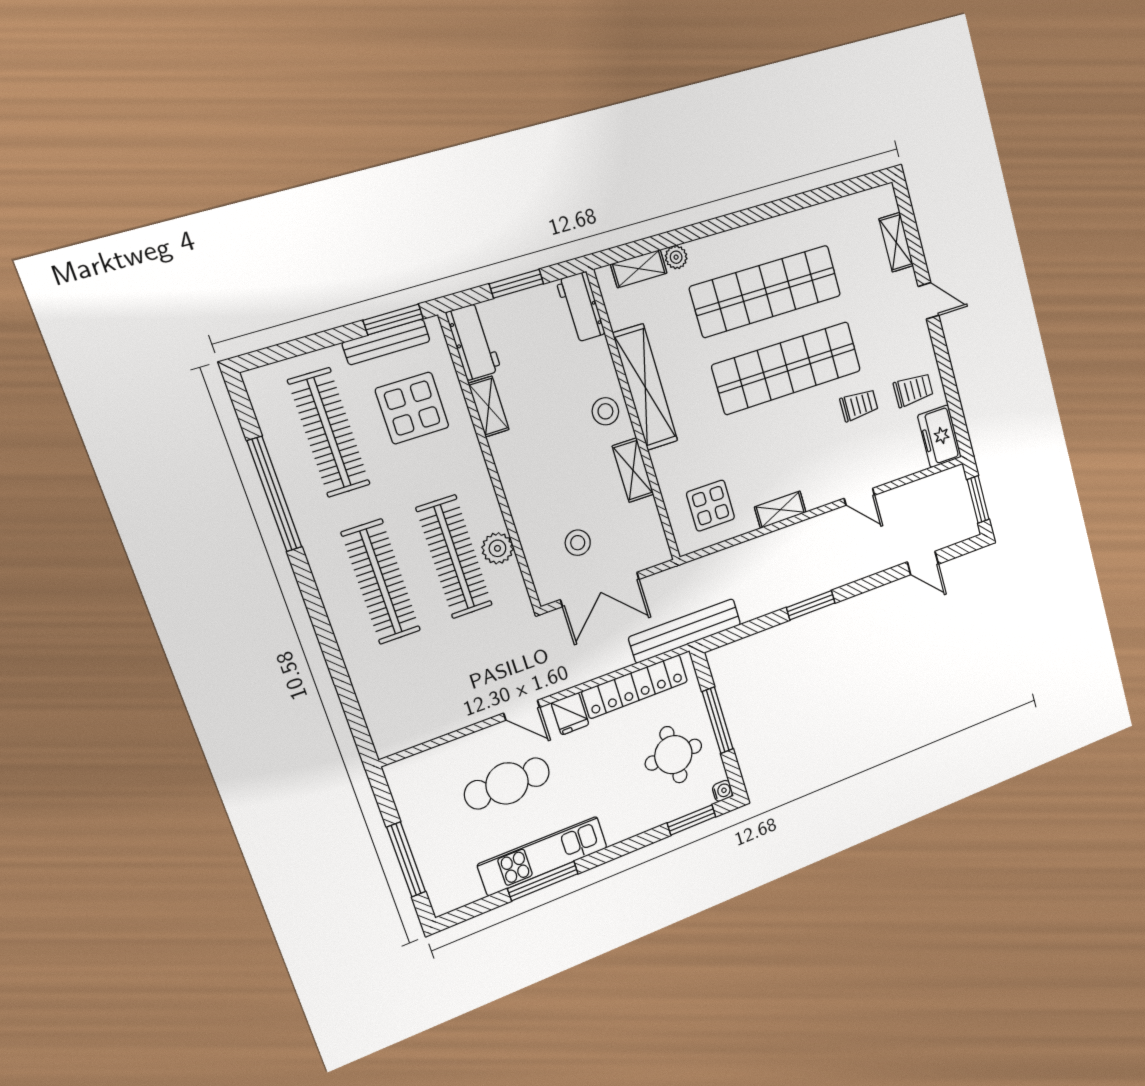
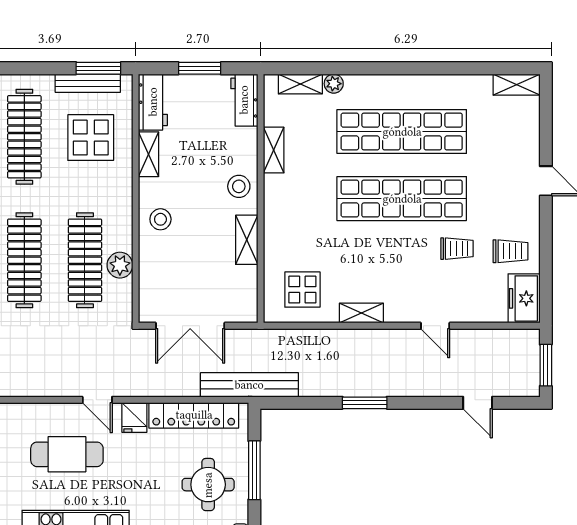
shelving: (896, 242) -> (517, 85), moved, turned 90
shelving: (645, 387) -> (274, 150), width x0.45, depth x0.75
stool: (578, 543) -> (160, 219), moved

